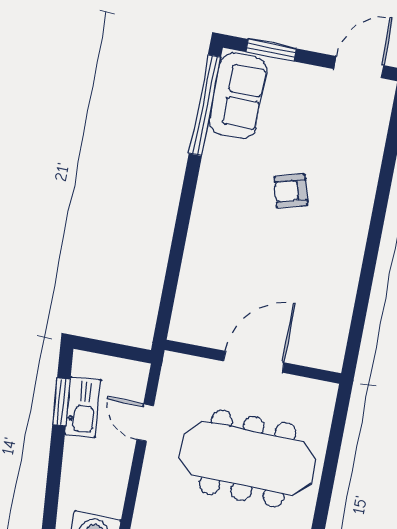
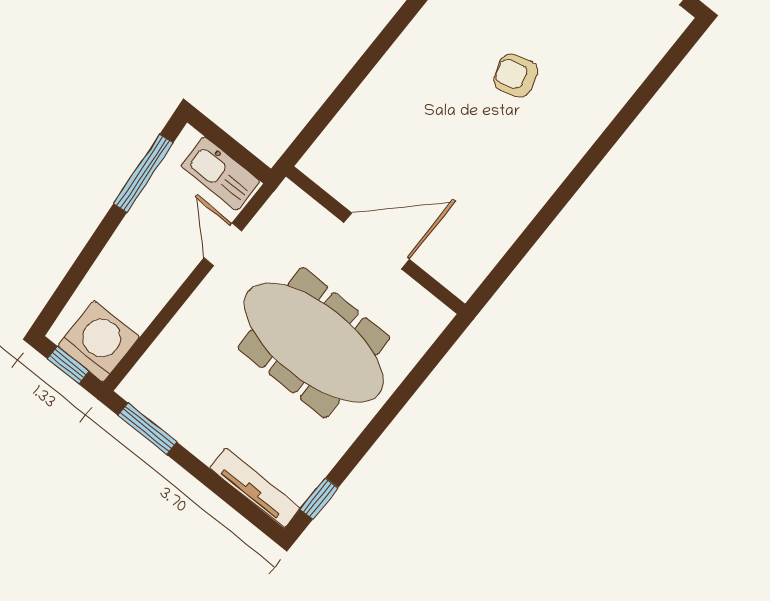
window: (61, 402) -> (143, 173), width x1.44
kitchen sink: (83, 407) -> (220, 173), moved, turned 95

